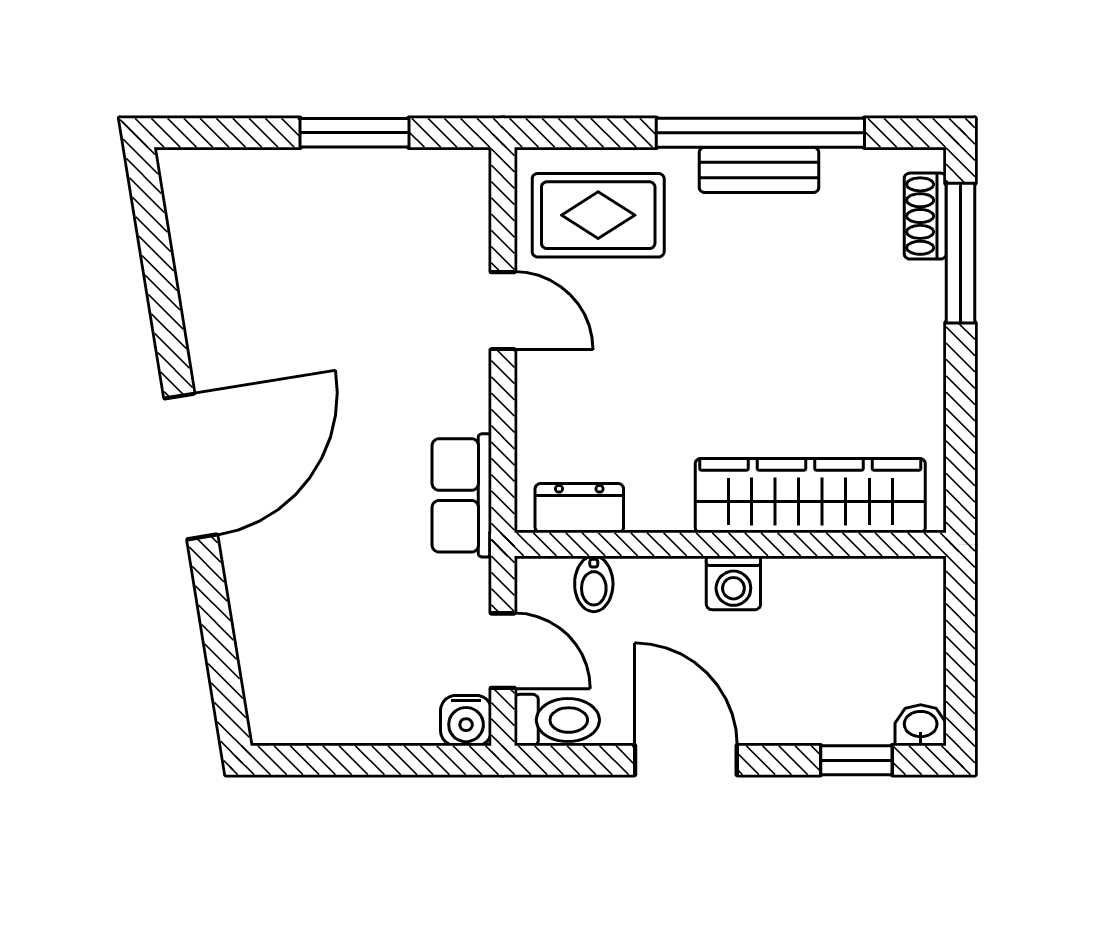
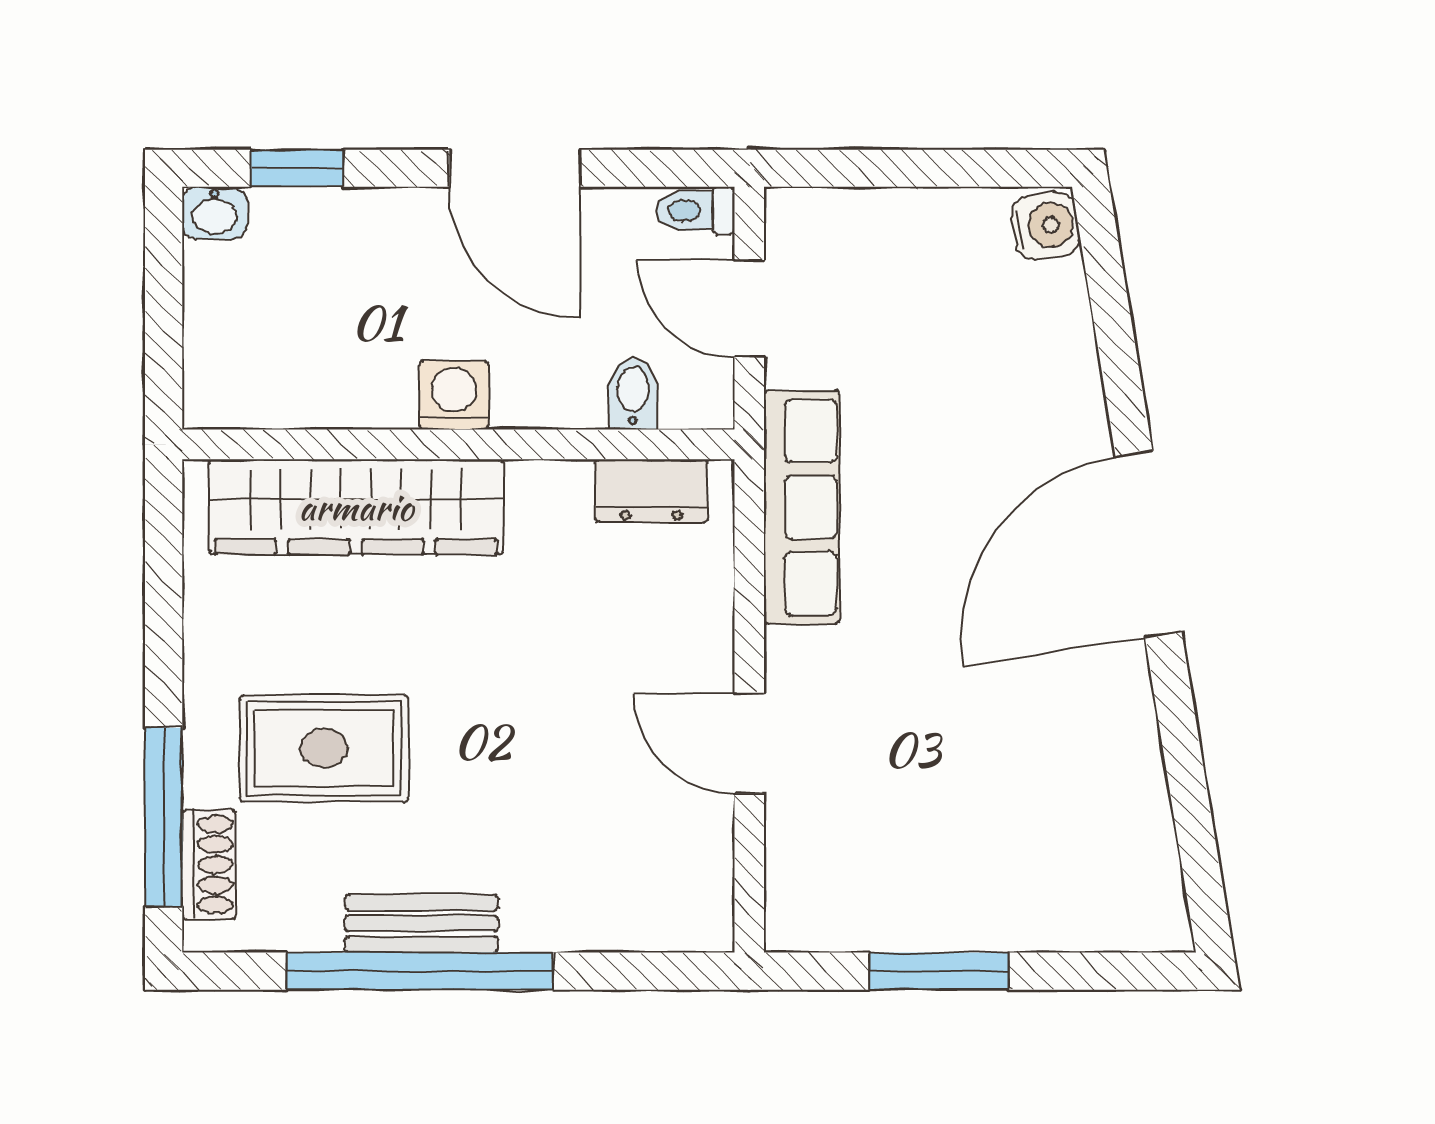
rug: (598, 215) -> (324, 748), moved
row of seats: (462, 495) -> (802, 507), width x1.48
toilet: (557, 720) -> (695, 211), width x0.73, depth x0.72
water cooler: (466, 721) -> (1046, 226), moved, turned 81

